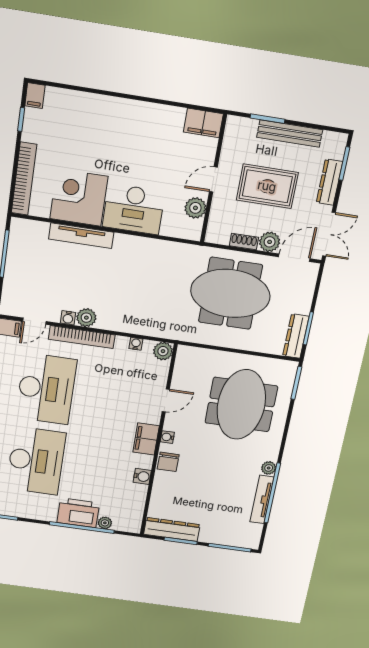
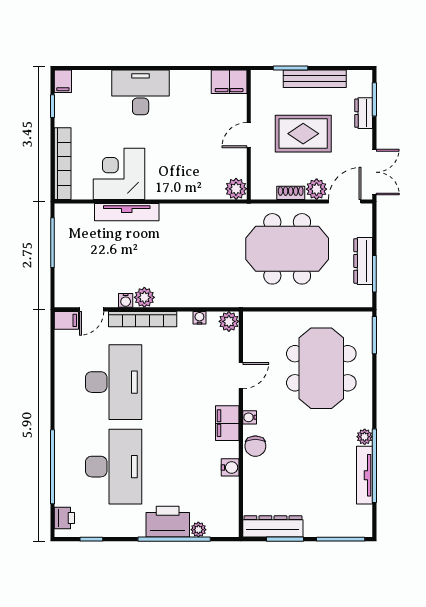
dresser: (329, 182) -> (364, 113), width x0.70
plant: (195, 208) -> (236, 189), moved
desk: (134, 209) -> (141, 92), moved, turned 180
dresser: (296, 336) -> (363, 261), moved

